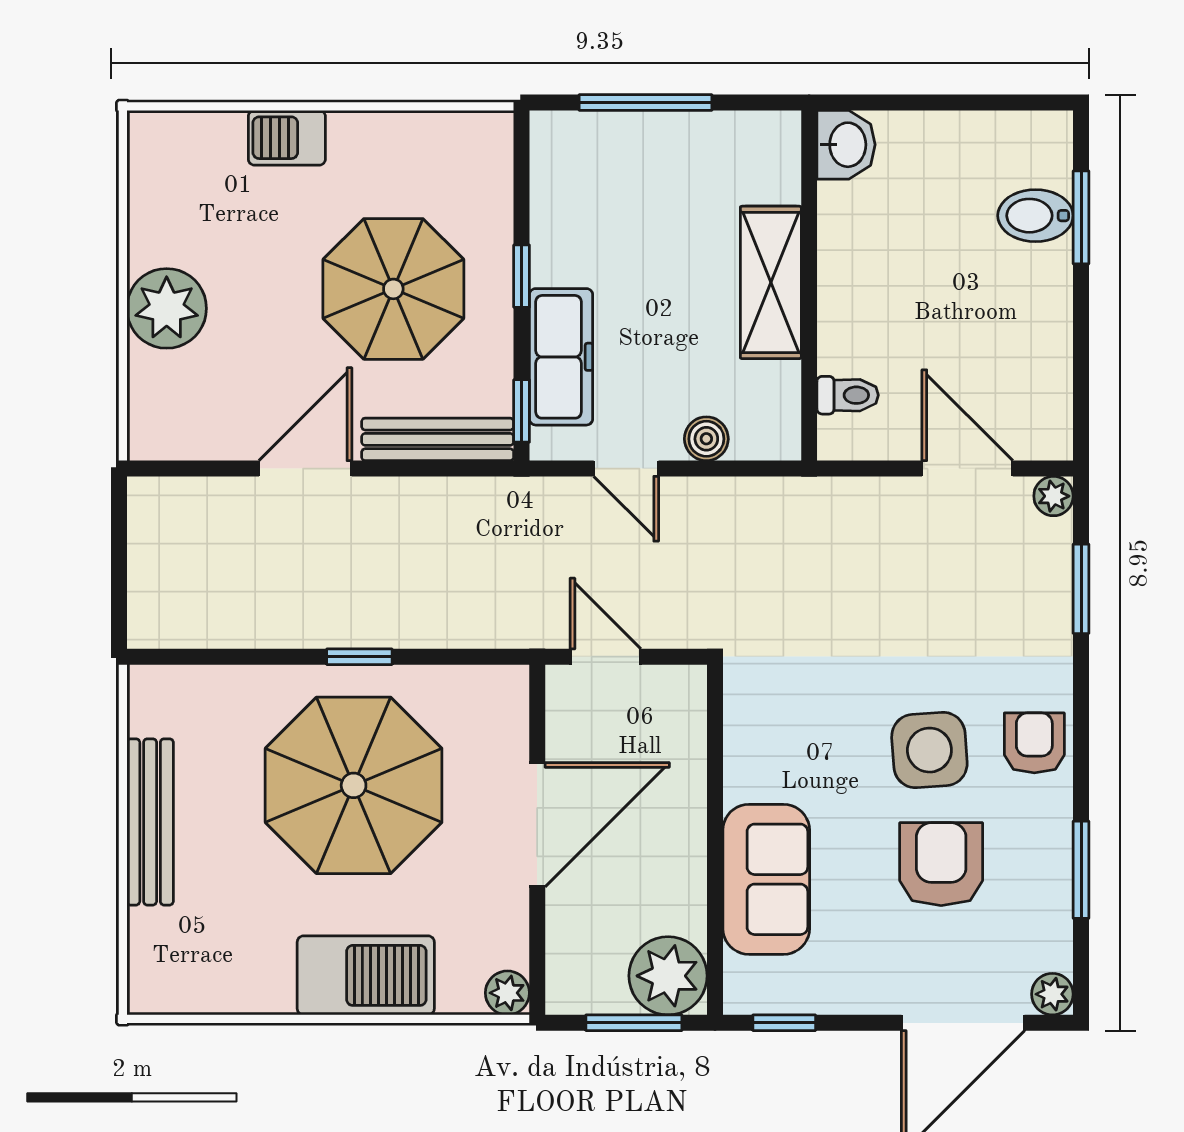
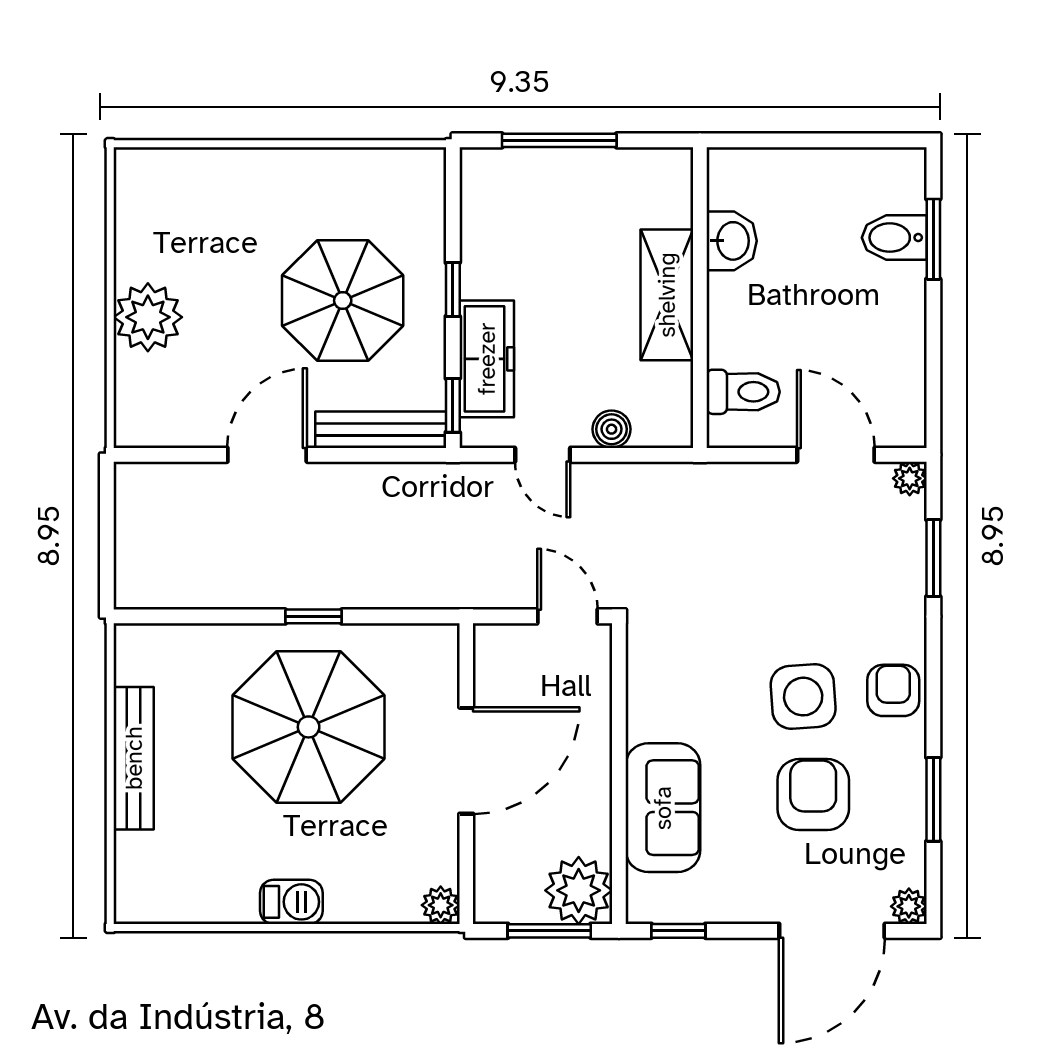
barbecue: (287, 138) -> (251, 171), removed
washbasin: (846, 145) -> (732, 241), moved
toilet: (848, 395) -> (743, 392), width x1.37, depth x1.39
door: (605, 657) -> (567, 616), moved
barbecue: (366, 975) -> (291, 902), width x0.53, depth x0.65

